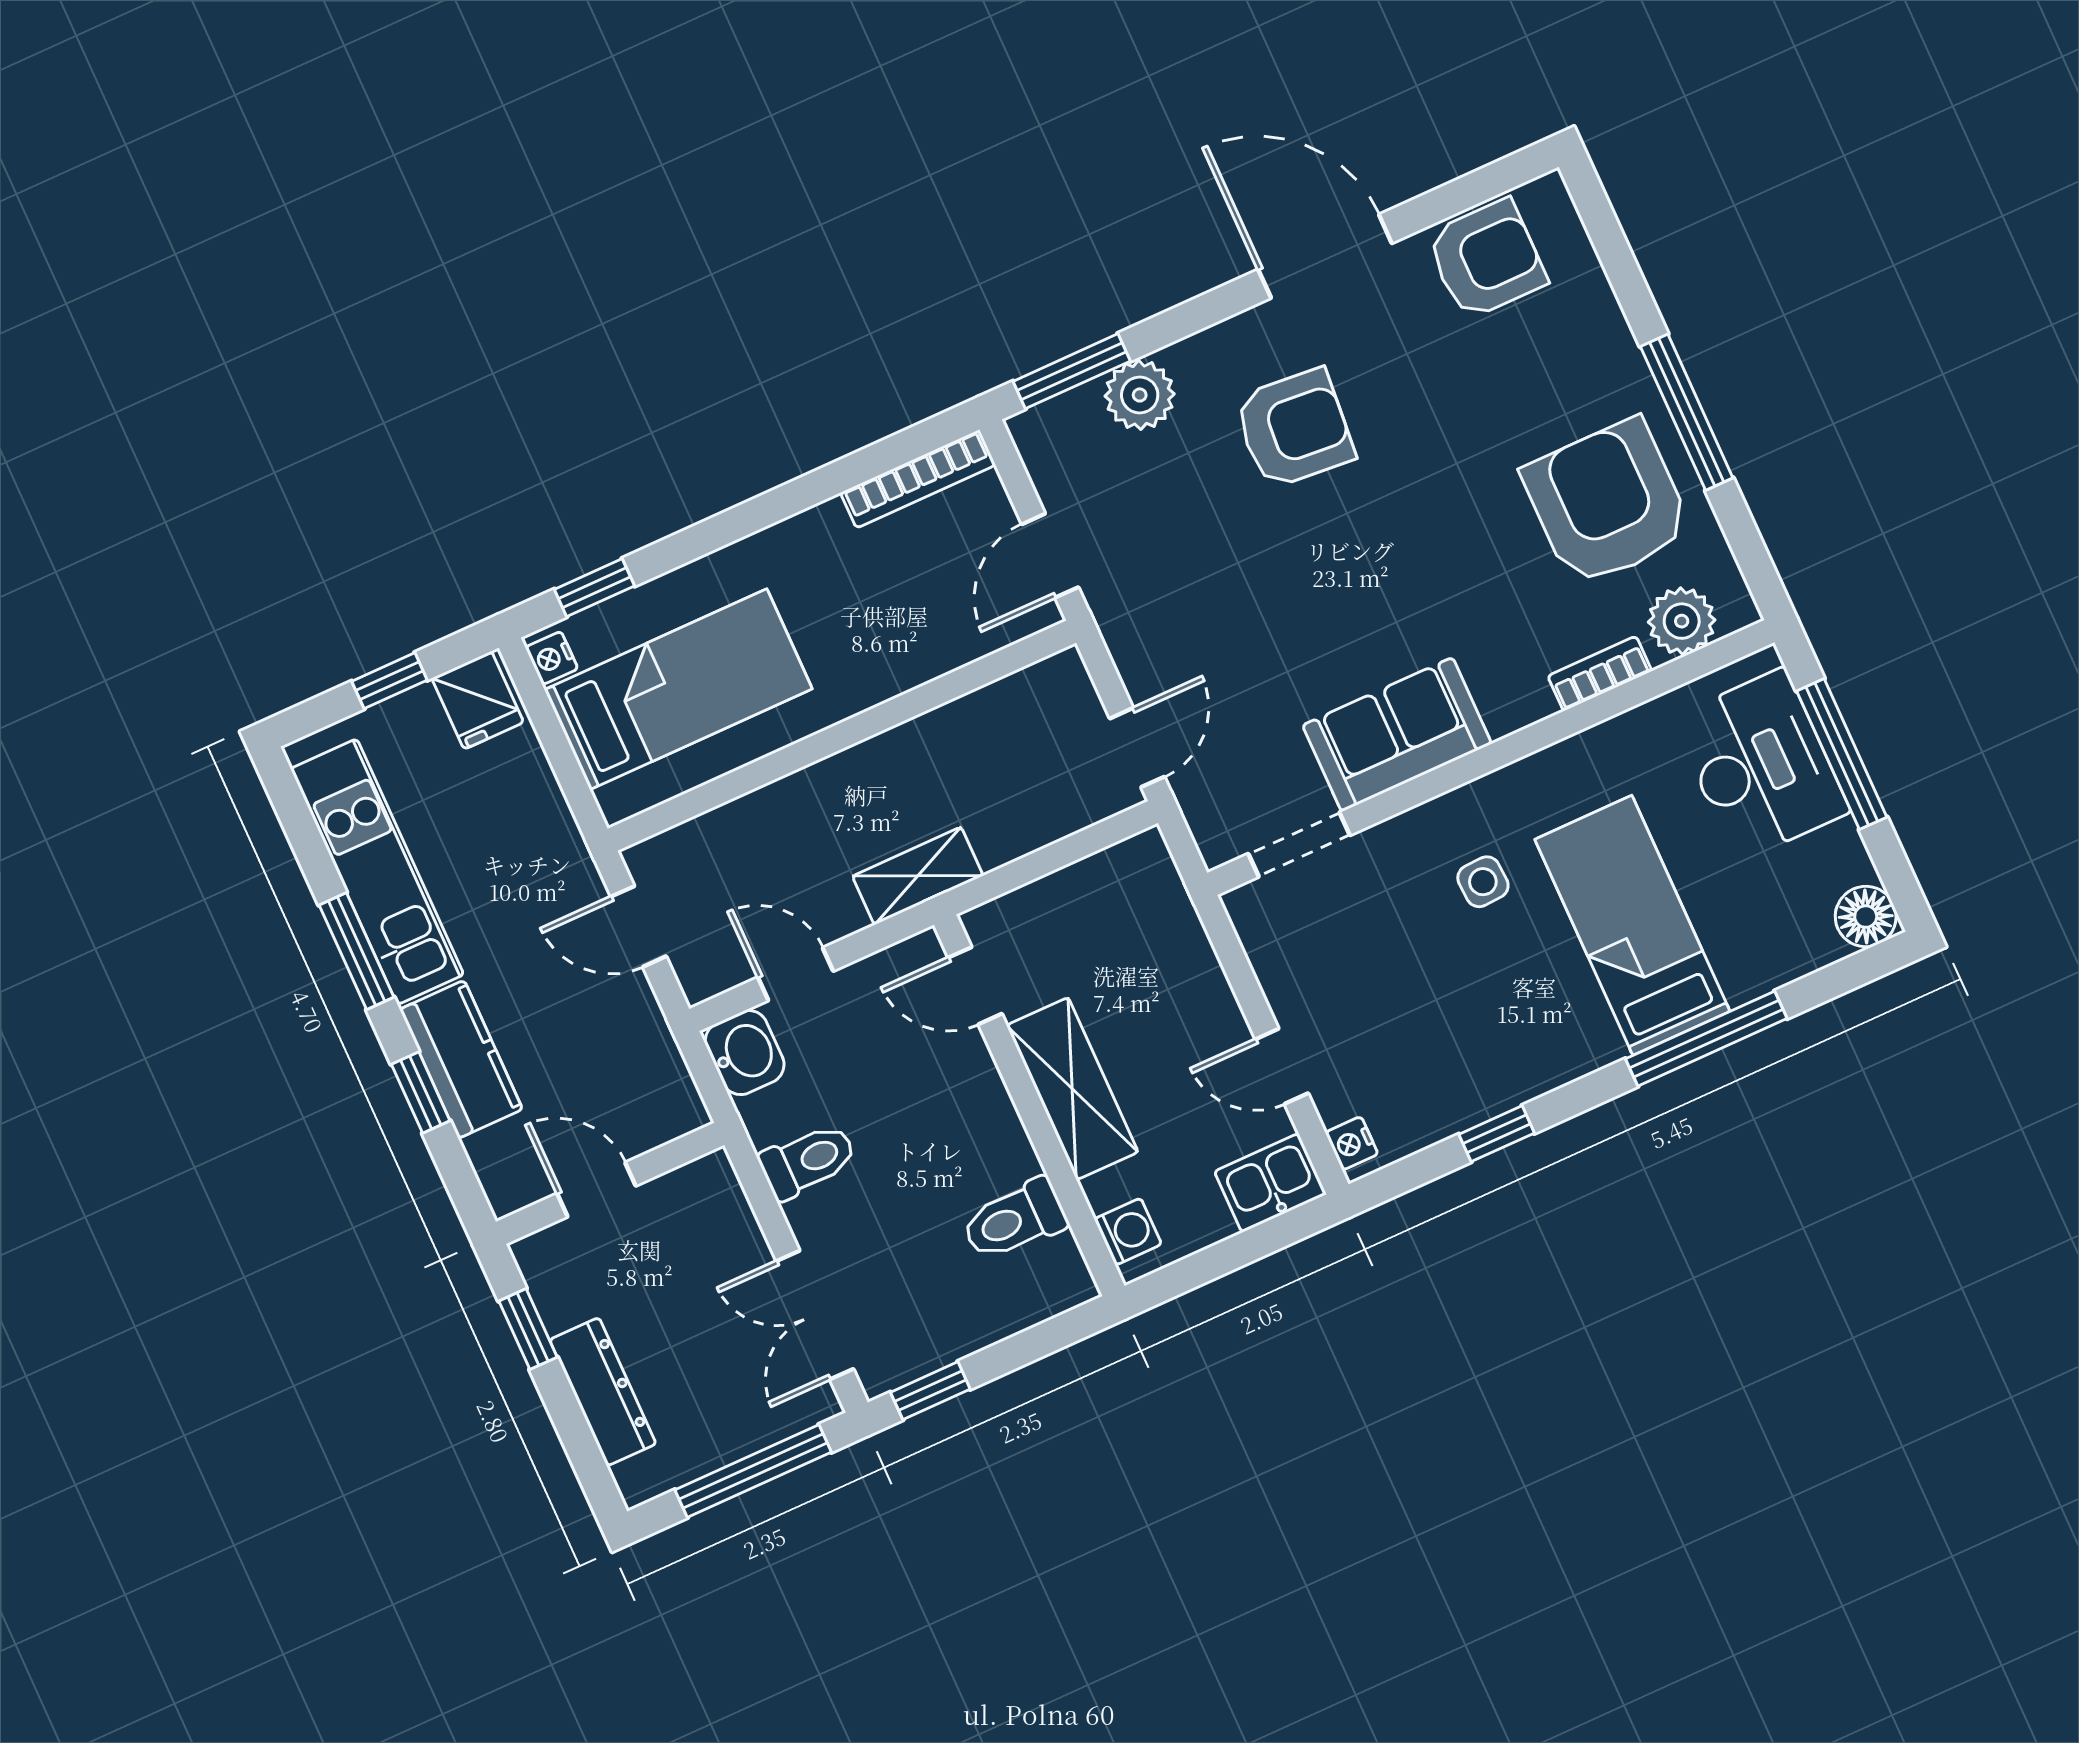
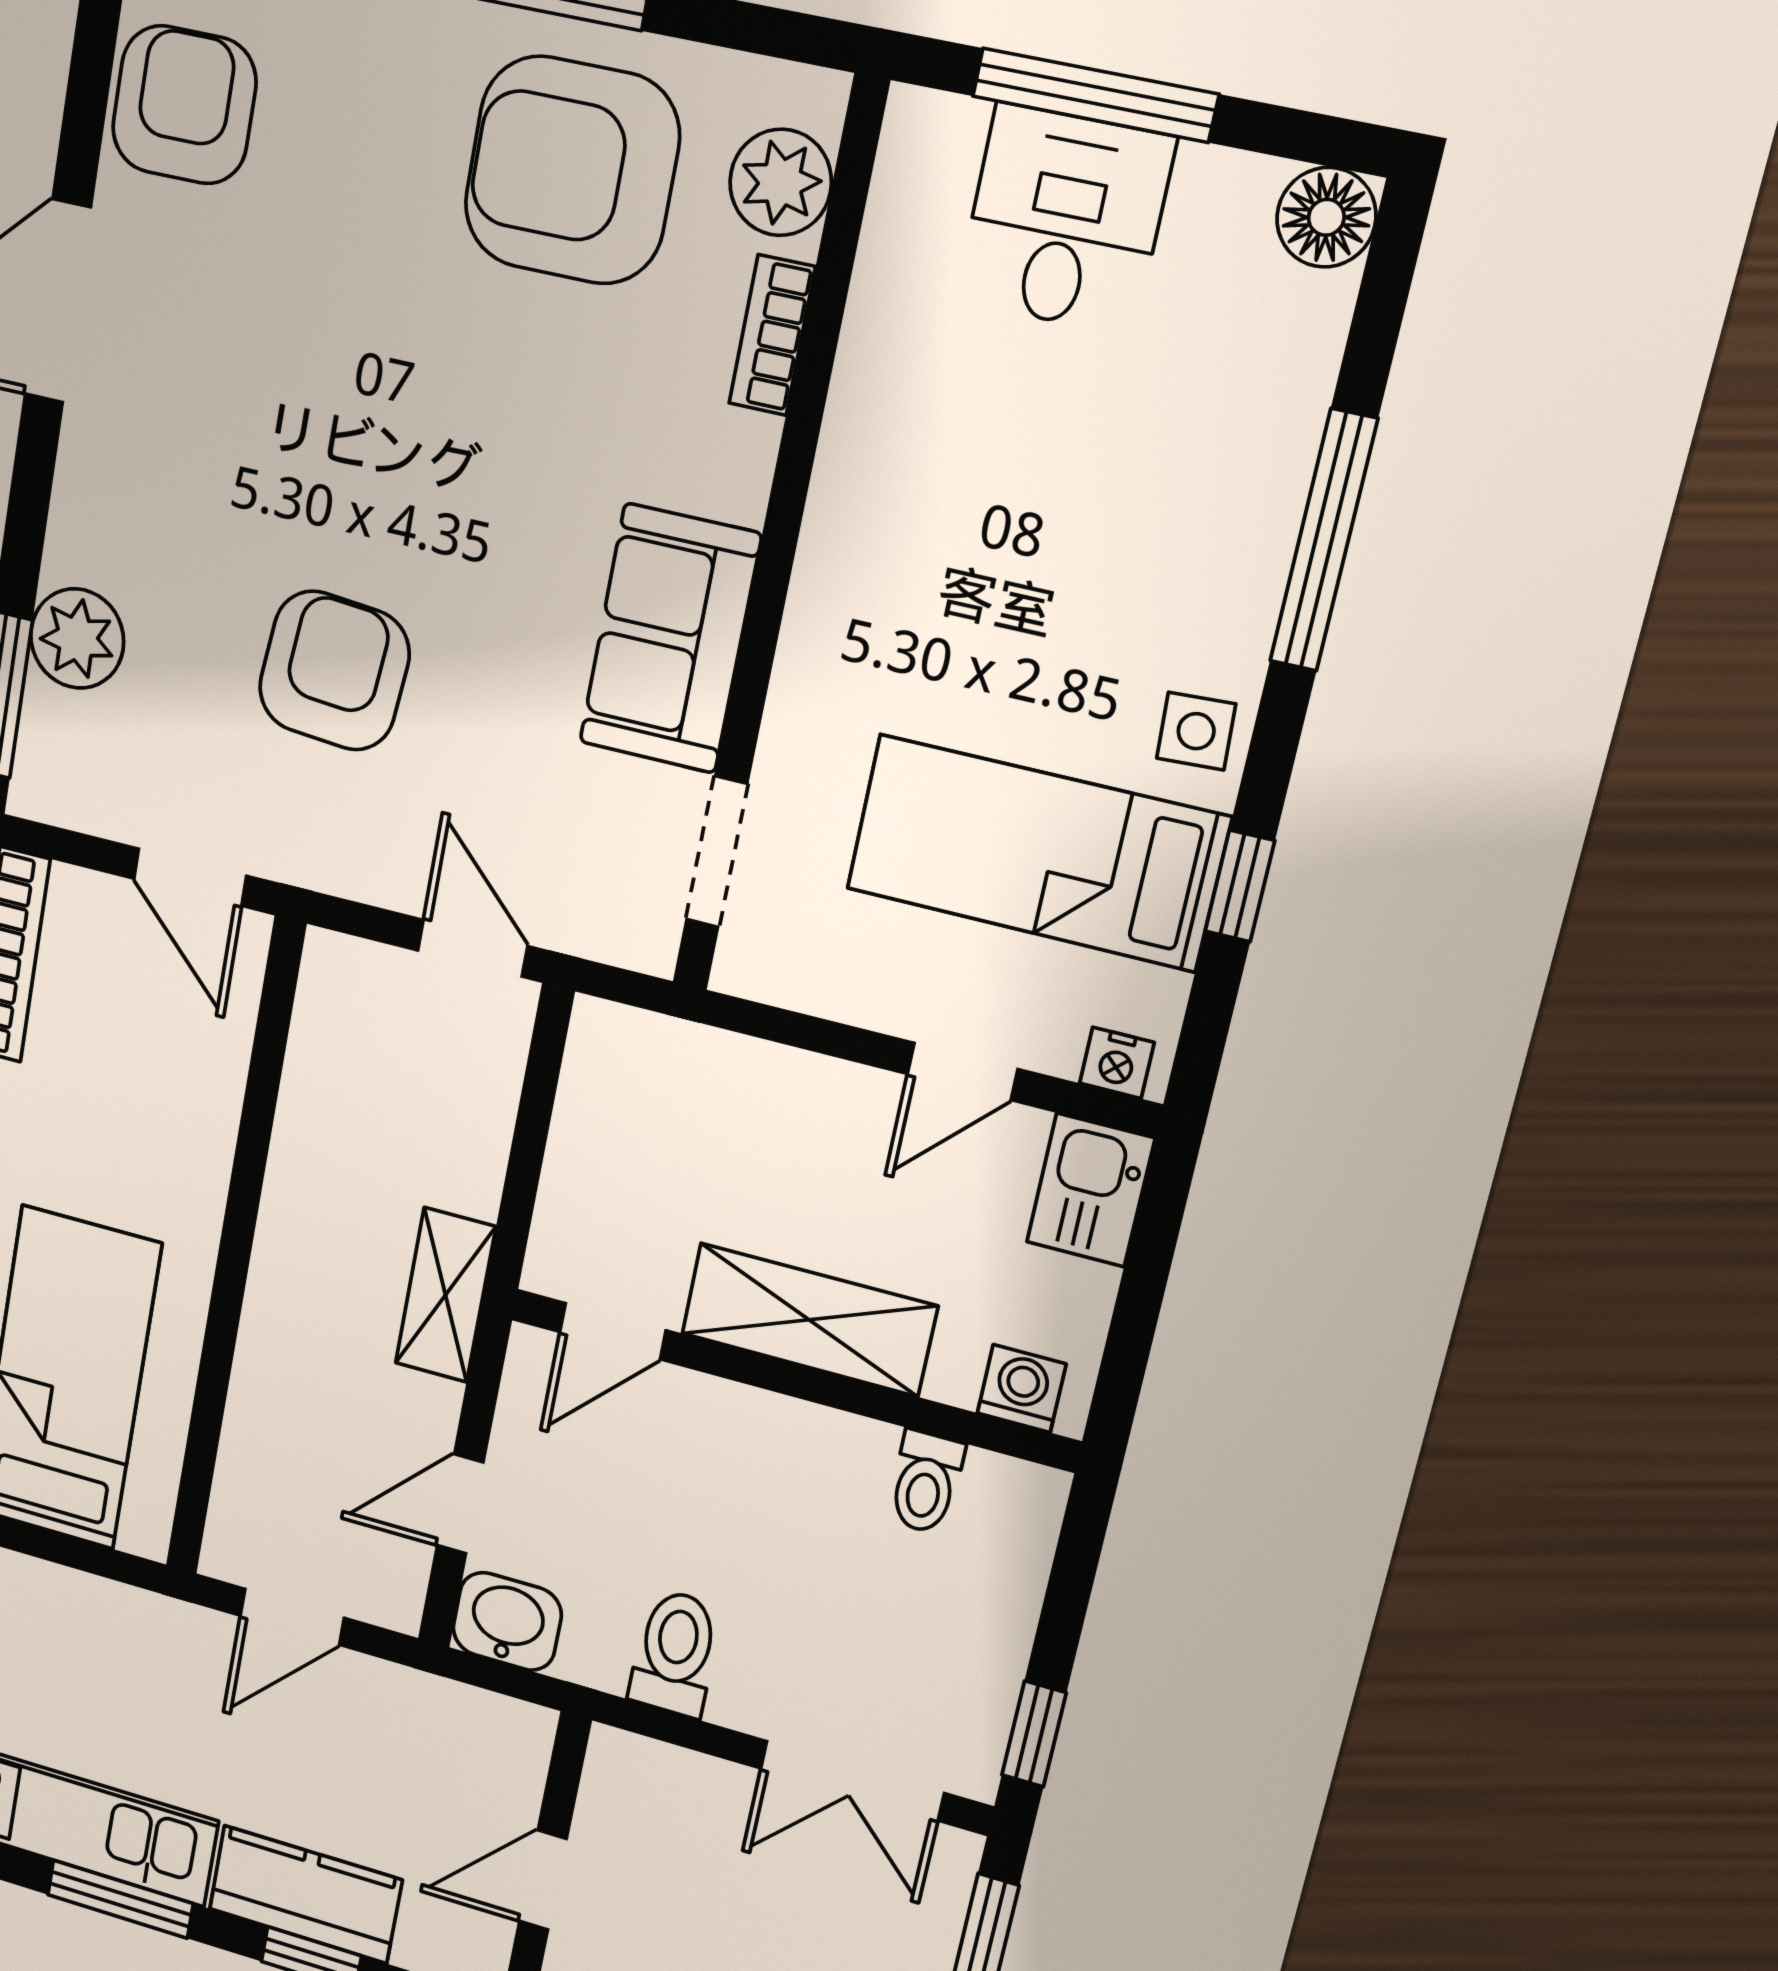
armchair: (1294, 428) -> (334, 671), moved
desk: (1761, 765) -> (1065, 220), width x0.73
side table: (1483, 882) -> (1196, 731), moved
bed: (1632, 925) -> (1037, 853), moved
toilet: (1014, 1220) -> (926, 1482), width x0.73, depth x0.72

